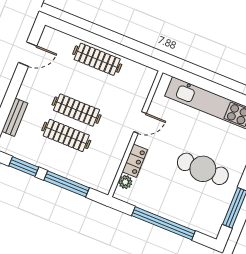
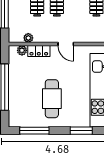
plant: (113, 167) -> (28, 38), added

